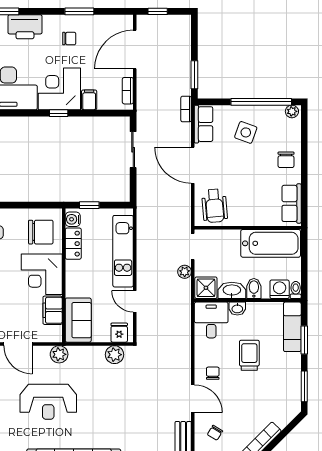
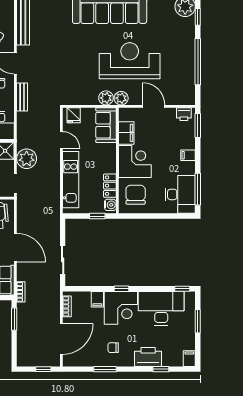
chair: (41, 232) -> (136, 195), turned 90
plant: (185, 272) -> (27, 159), width x1.87, depth x1.87
plant: (114, 355) -> (106, 98), moved
bench: (184, 356) -> (22, 97), added
reception desk: (48, 402) -> (130, 61), width x1.36, depth x1.30

